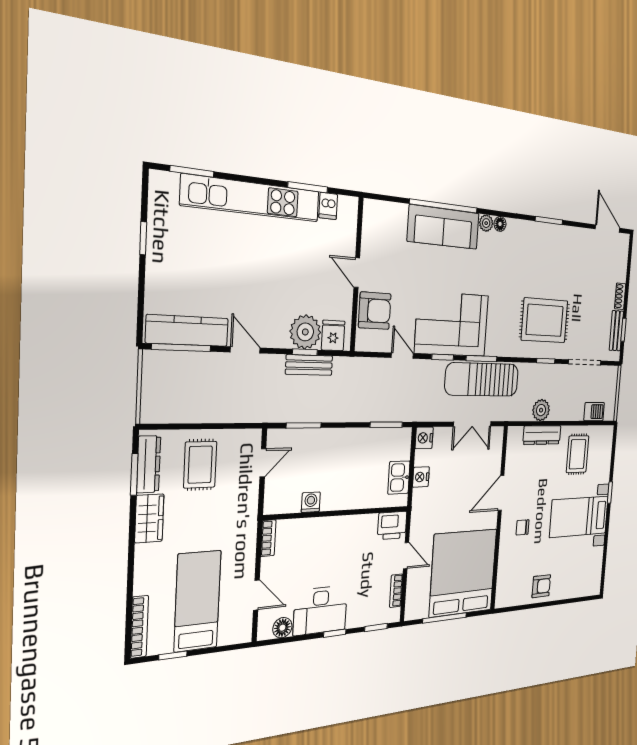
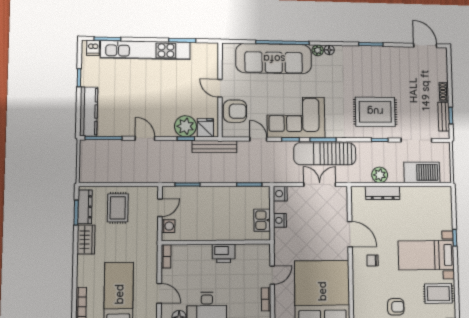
dishwasher: (328, 206) -> (93, 48), moved
sofa: (444, 227) -> (274, 59), width x1.36, depth x1.27
kitchen counter: (187, 331) -> (89, 111), moved, turned 90
bench: (309, 365) -> (214, 147), moved, width x1.36
barbecue: (594, 412) -> (422, 172), width x1.88, depth x1.53
double door: (472, 424) -> (320, 184), swing flipped
rug: (578, 454) -> (438, 294), moved, turned 90
door: (501, 493) -> (350, 234), swing flipped
washing machine: (311, 502) -> (168, 226), moved, turned 90
printer: (392, 525) -> (224, 253), moved
door: (406, 556) -> (272, 275), hinge flipped

